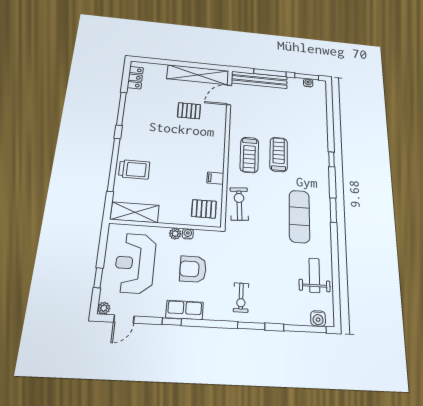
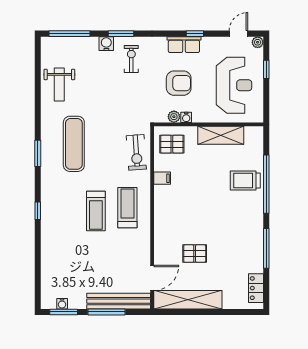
shelving: (135, 212) -> (221, 135), moved
plant: (175, 234) -> (174, 117), moved
water cooler: (318, 318) -> (106, 44), moved

